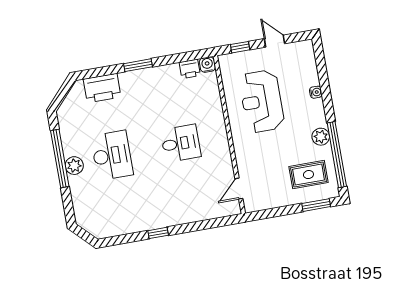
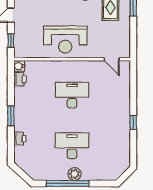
printer: (102, 88) -> (20, 139), width x0.53, depth x0.68
reception desk: (262, 101) -> (65, 40), moved
desk: (181, 143) -> (72, 95), width x1.37

